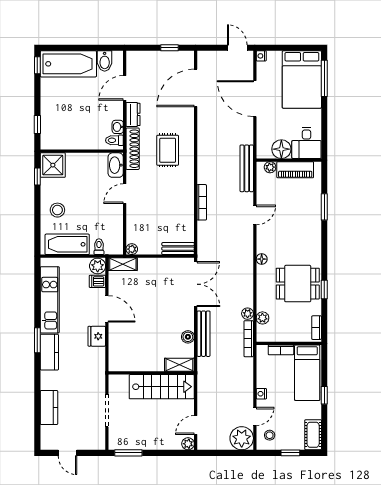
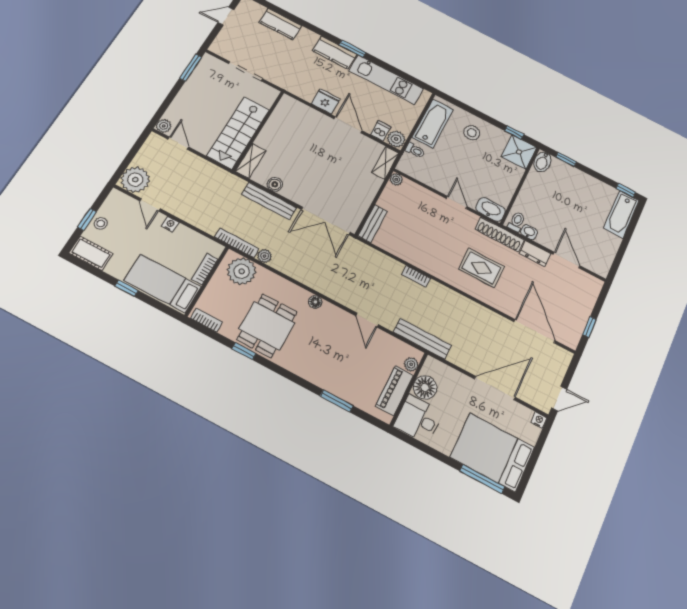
bidet: (105, 61) -> (542, 162), moved, turned -90
bathtub: (68, 64) -> (621, 214), width x0.73, depth x0.73
bookcase: (202, 202) -> (416, 276), width x0.64
door: (107, 309) -> (348, 125), swing flipped
plant: (262, 318) -> (242, 271), width x1.87, depth x1.87
stool: (270, 435) -> (101, 224), moved

